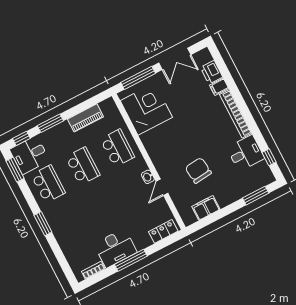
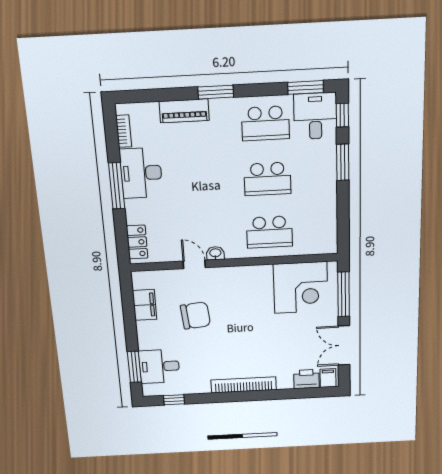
filing cabinet: (219, 87) -> (328, 378), moved
piano: (86, 118) -> (184, 111), moved, turned -90
desk: (246, 153) -> (159, 366), moved, turned 90

